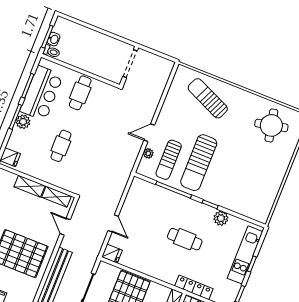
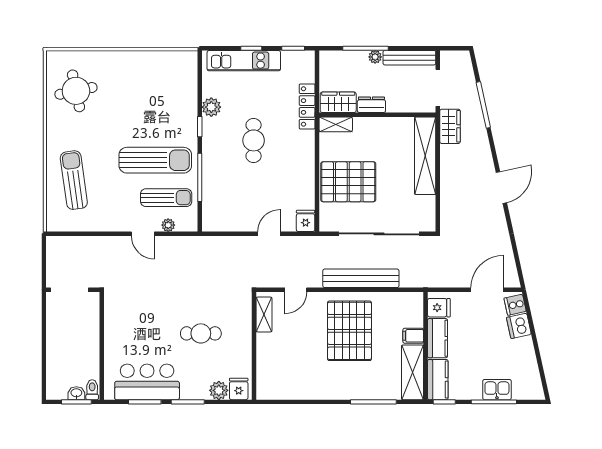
cafe table: (80, 93) -> (128, 336), removed
sun lounger: (208, 98) -> (74, 180), turned 148
plant: (23, 122) -> (219, 390), moved
shelving: (29, 186) -> (264, 352), removed

